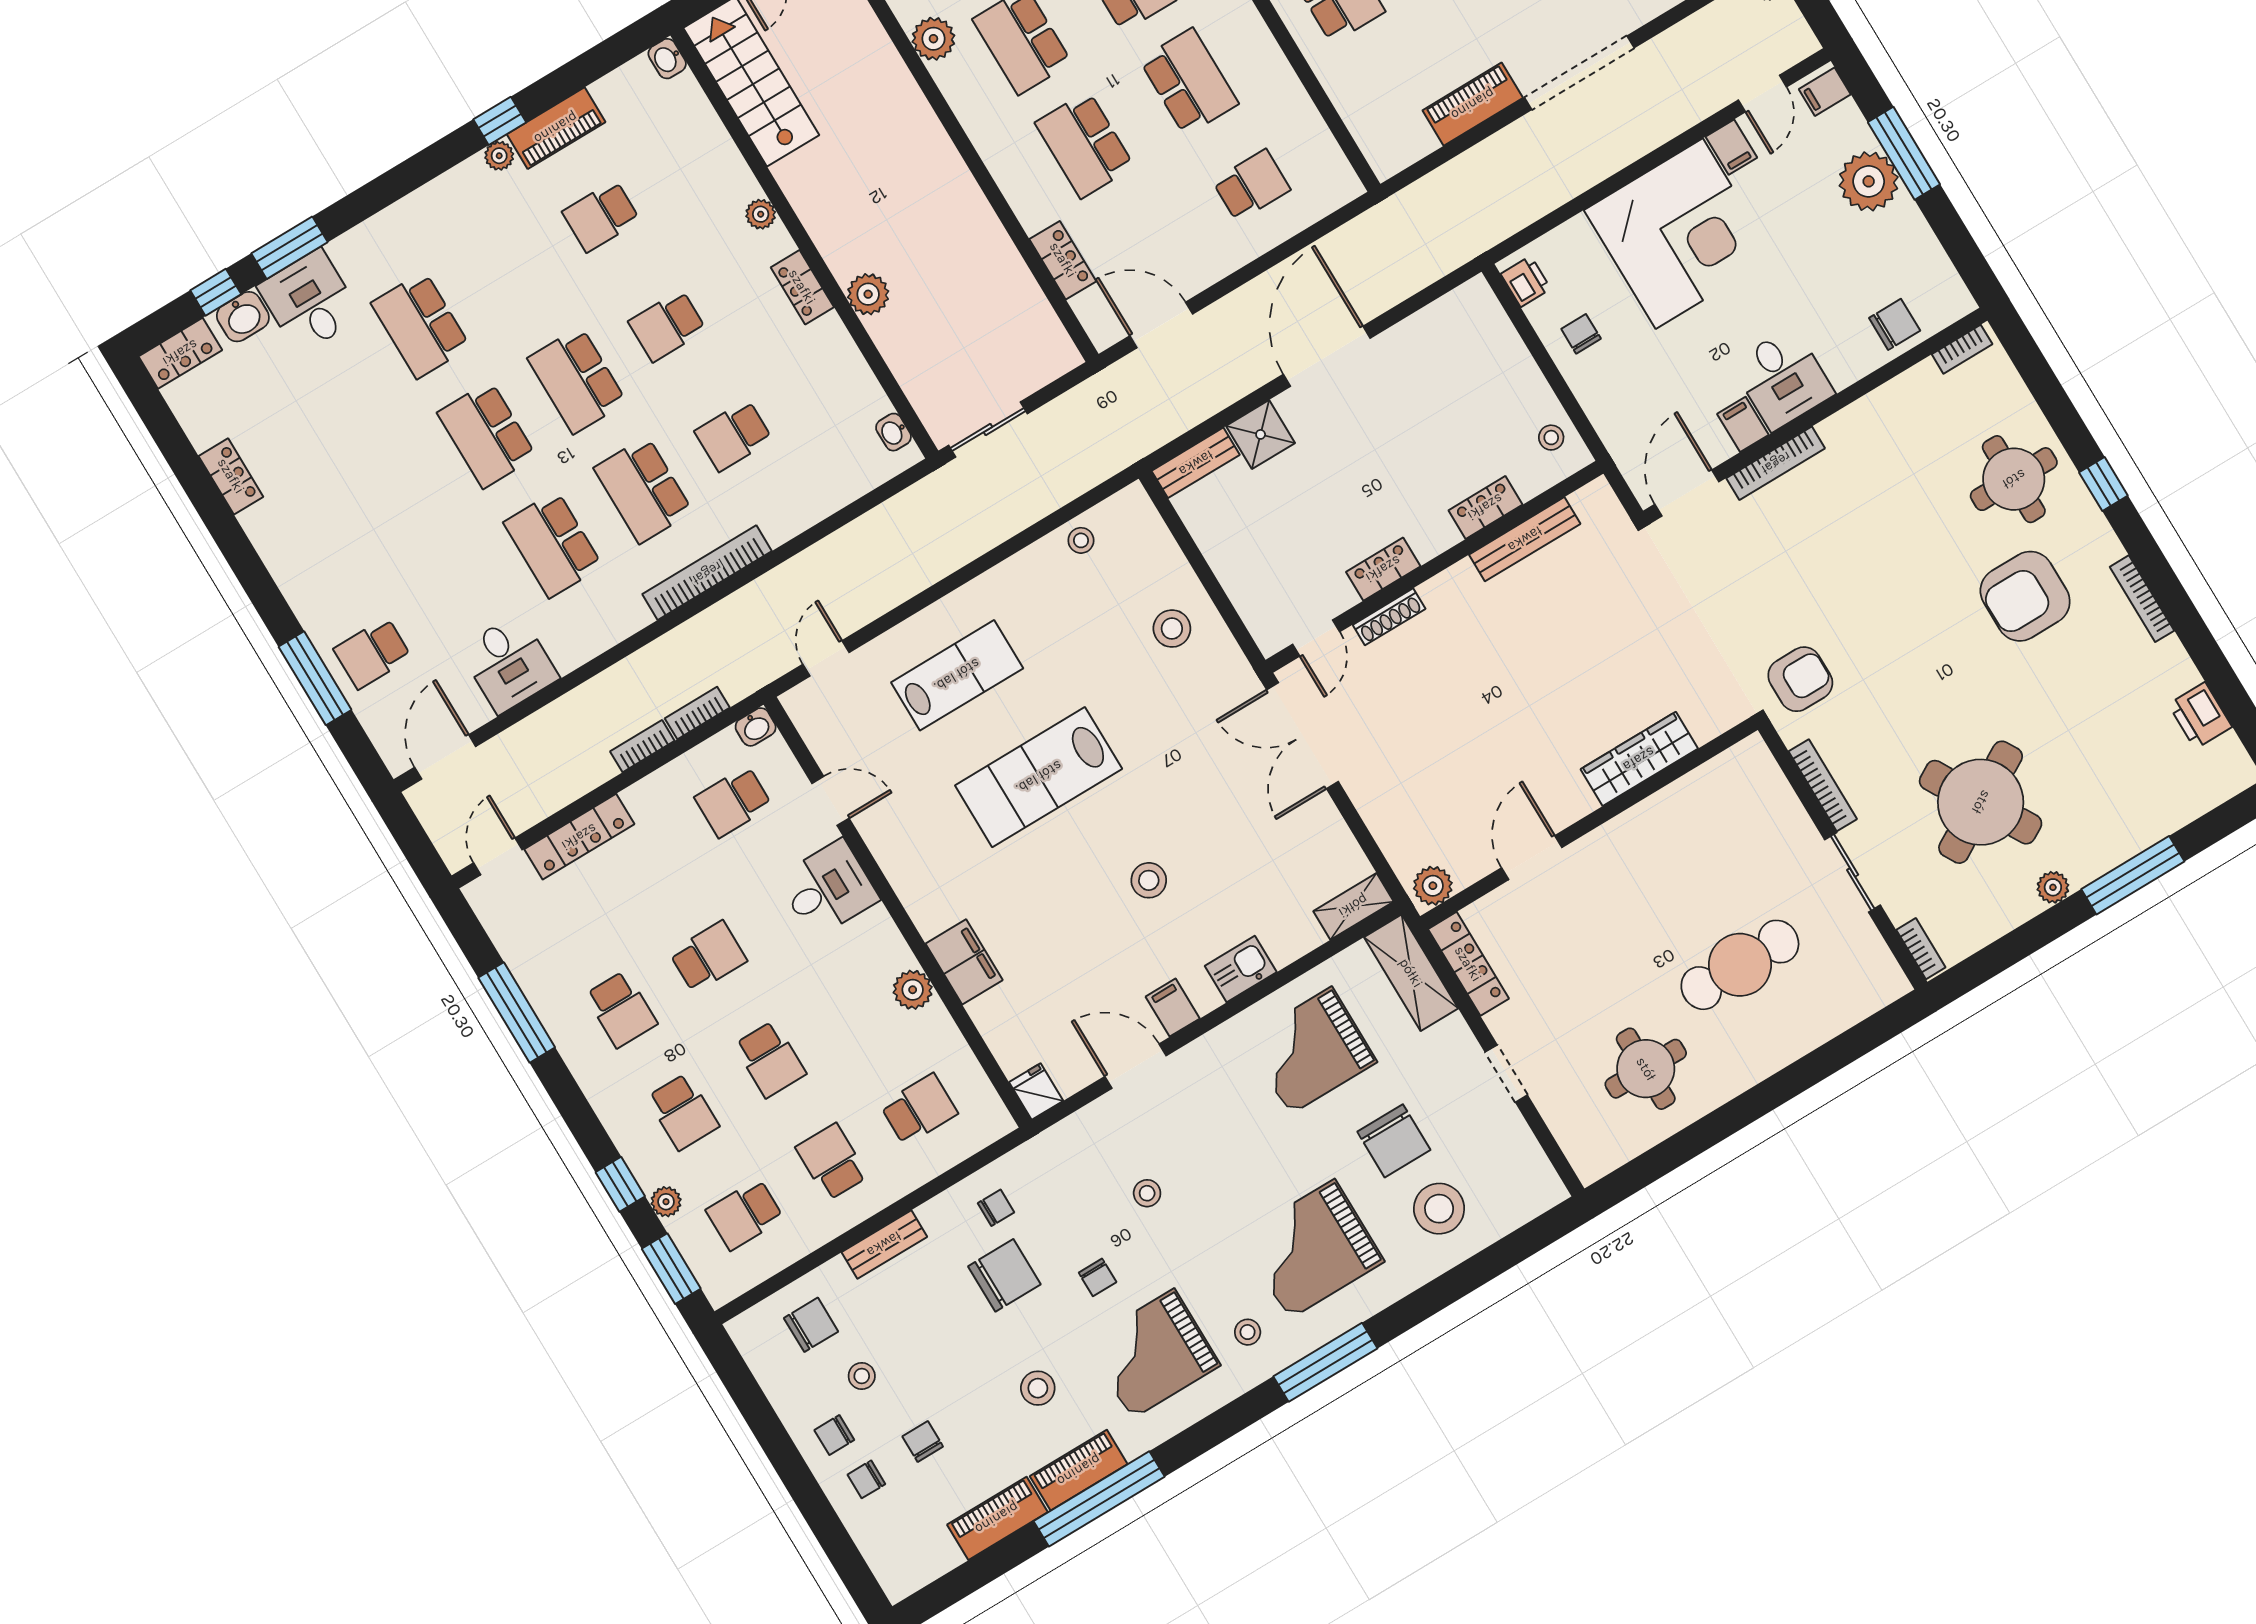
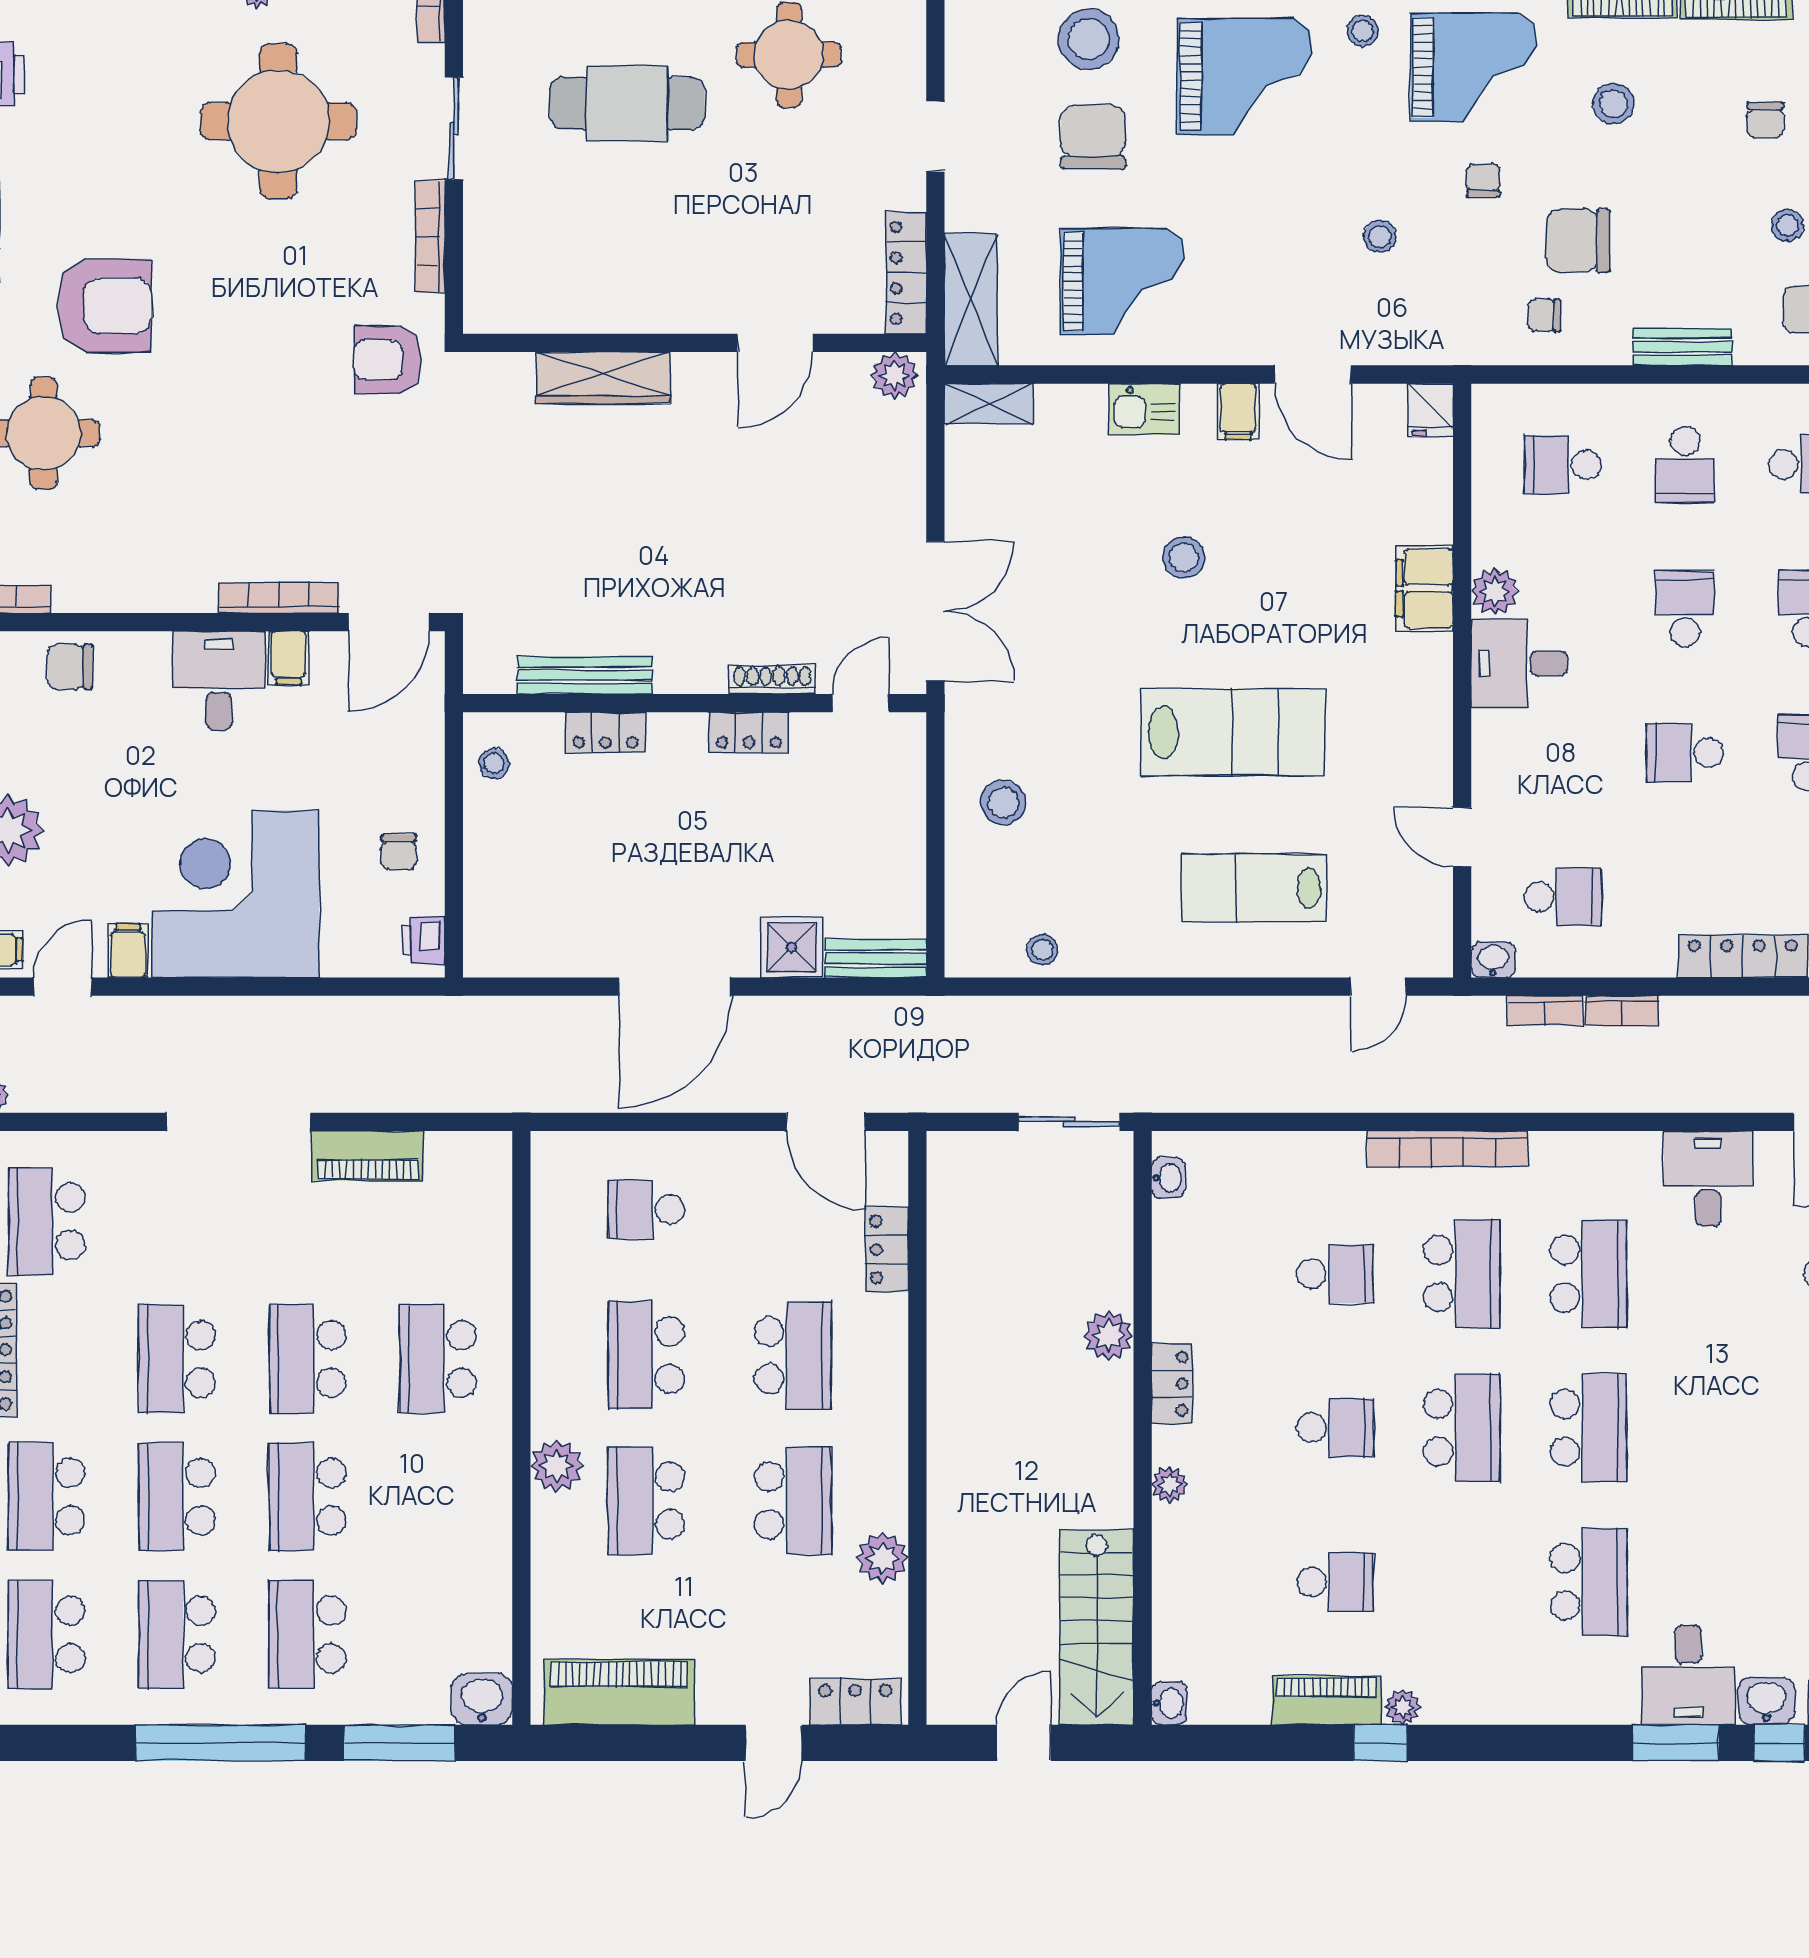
round table: (1981, 802) -> (278, 121), turned 30
desk: (828, 889) -> (1519, 663), moved

